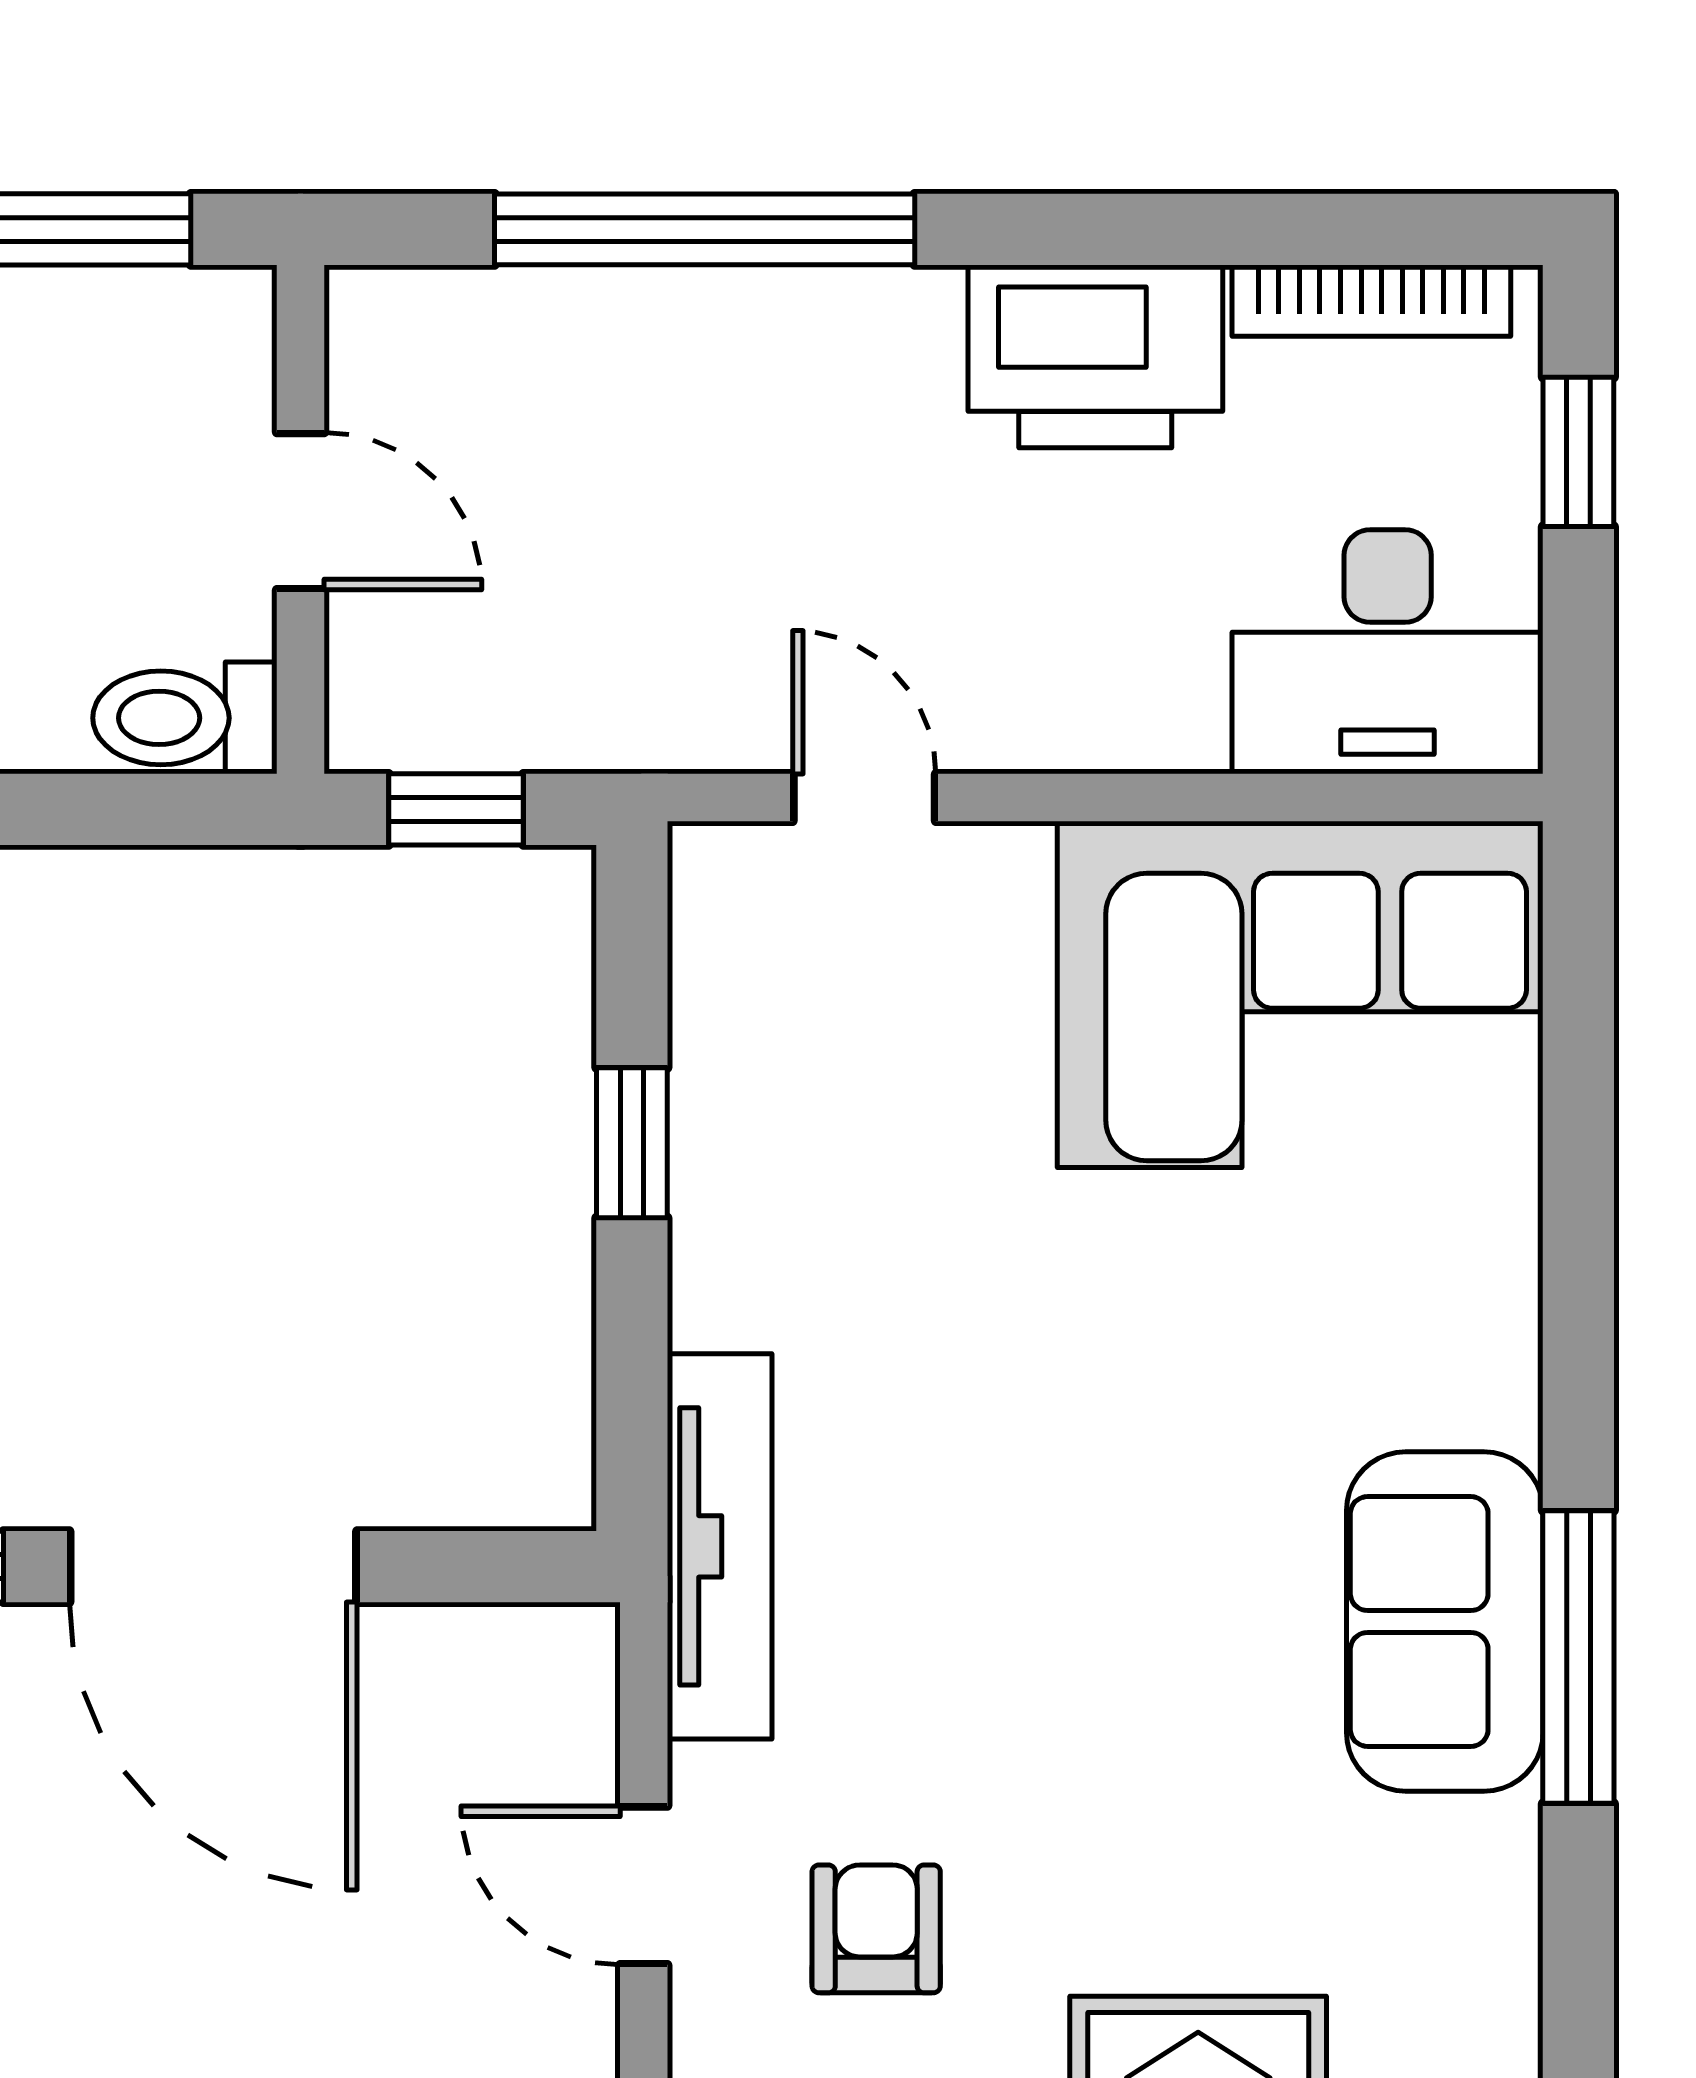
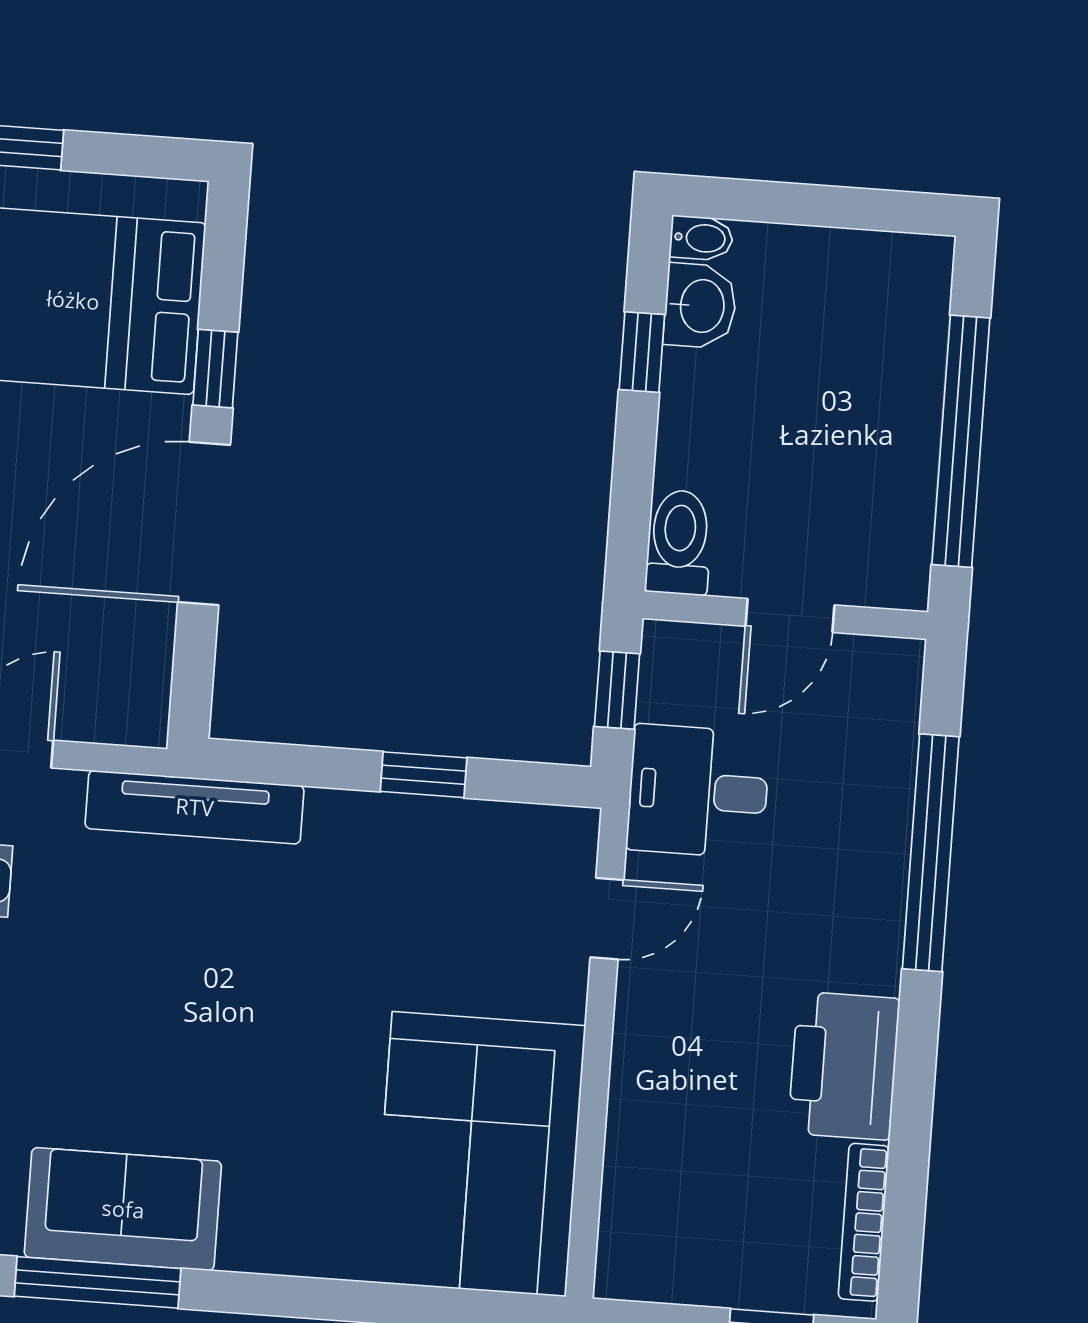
desk: (1388, 652) -> (698, 791), moved, width x0.73

